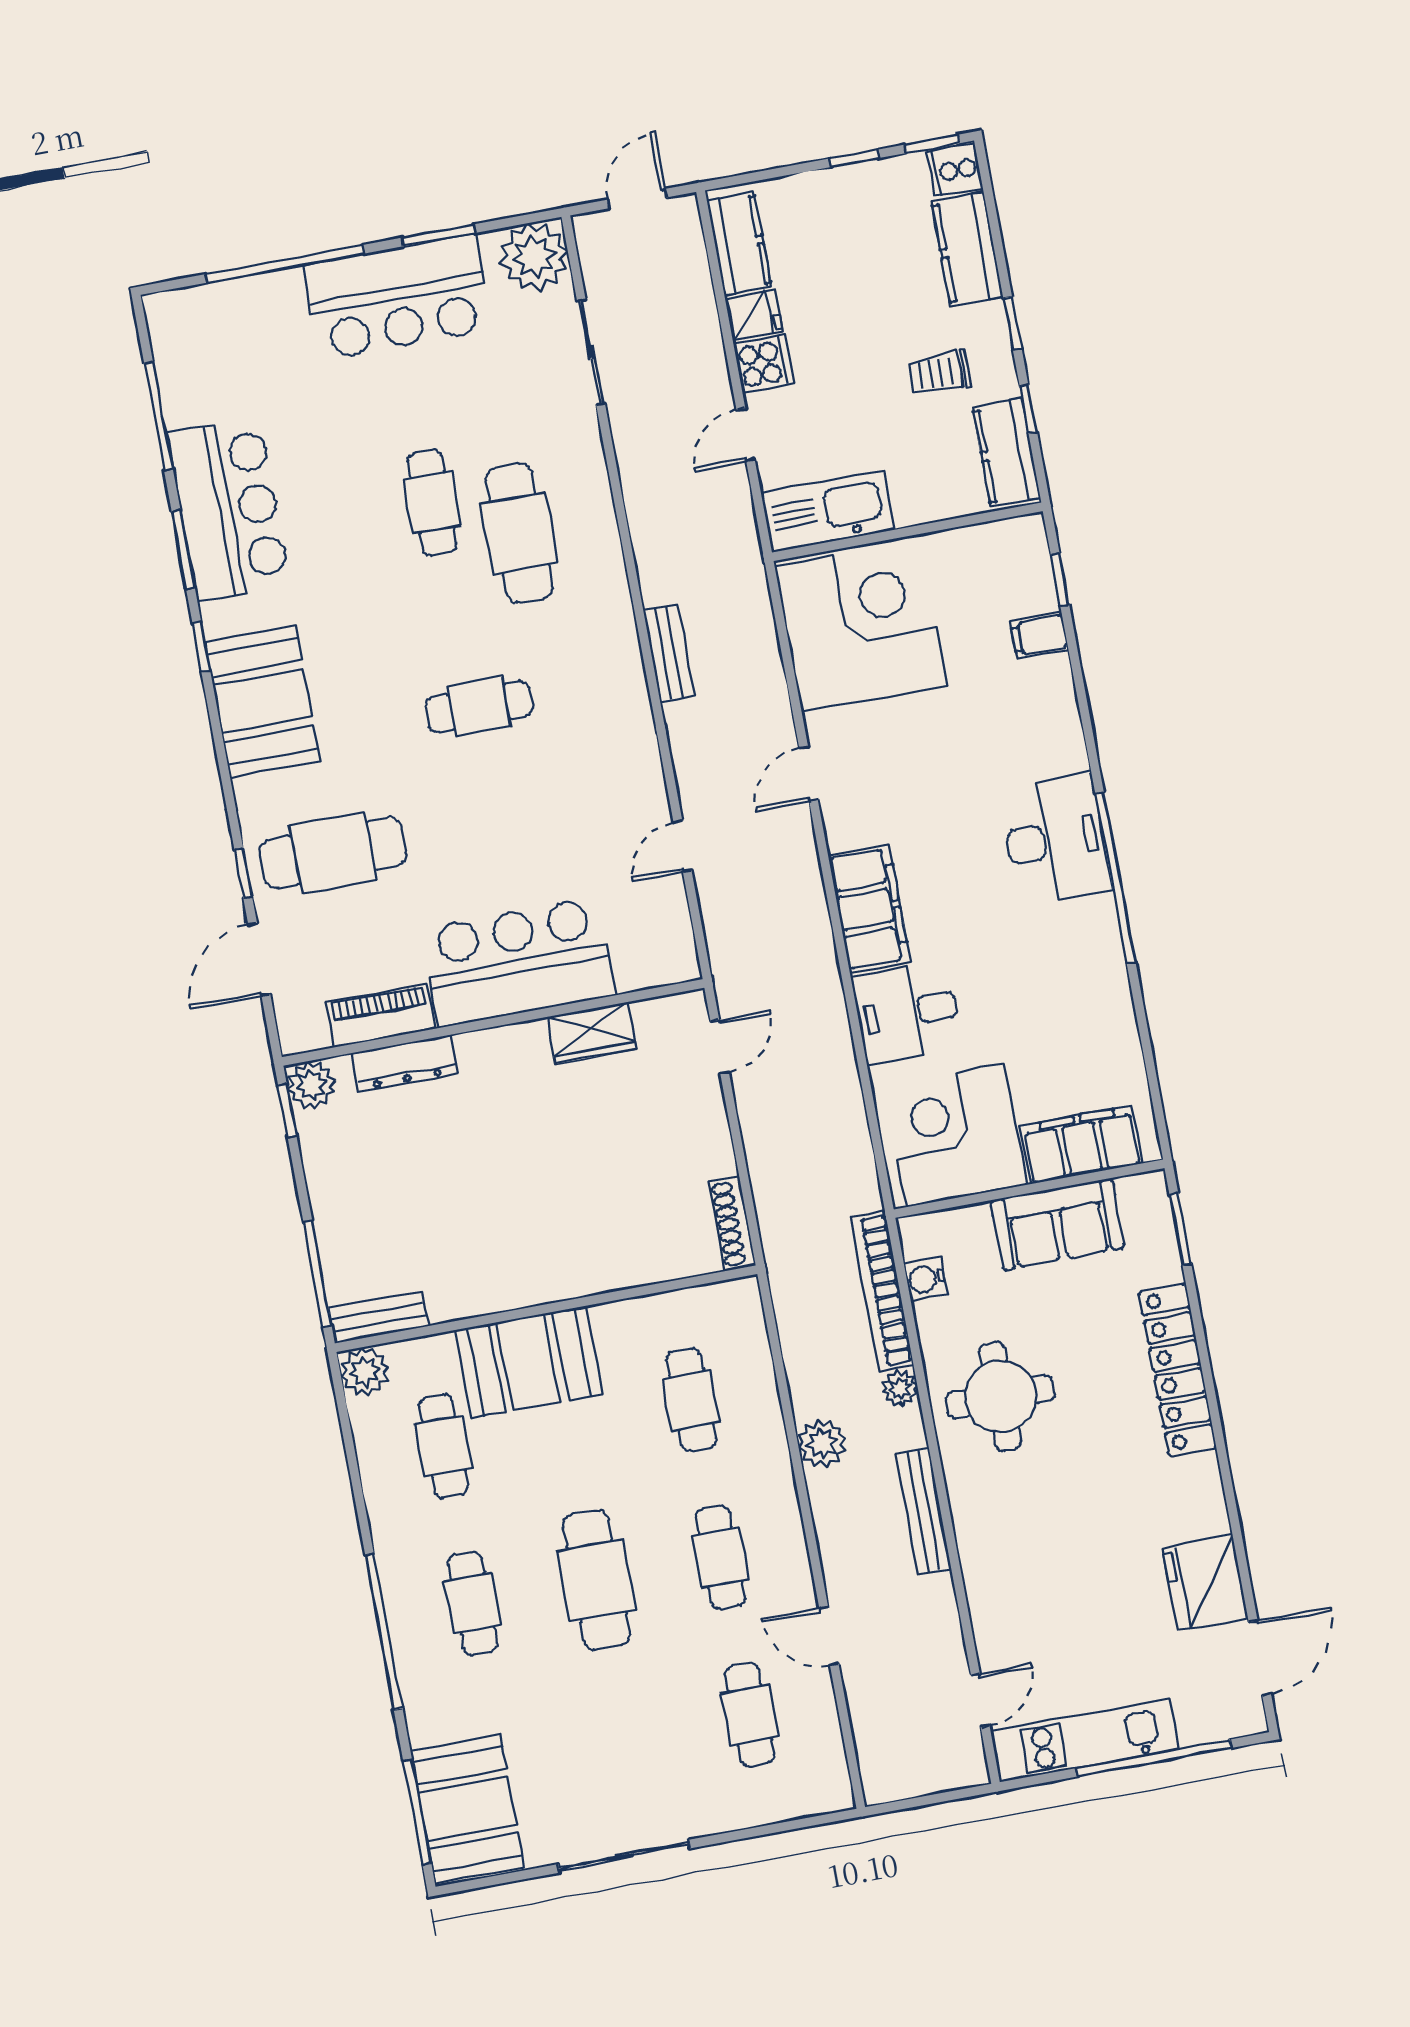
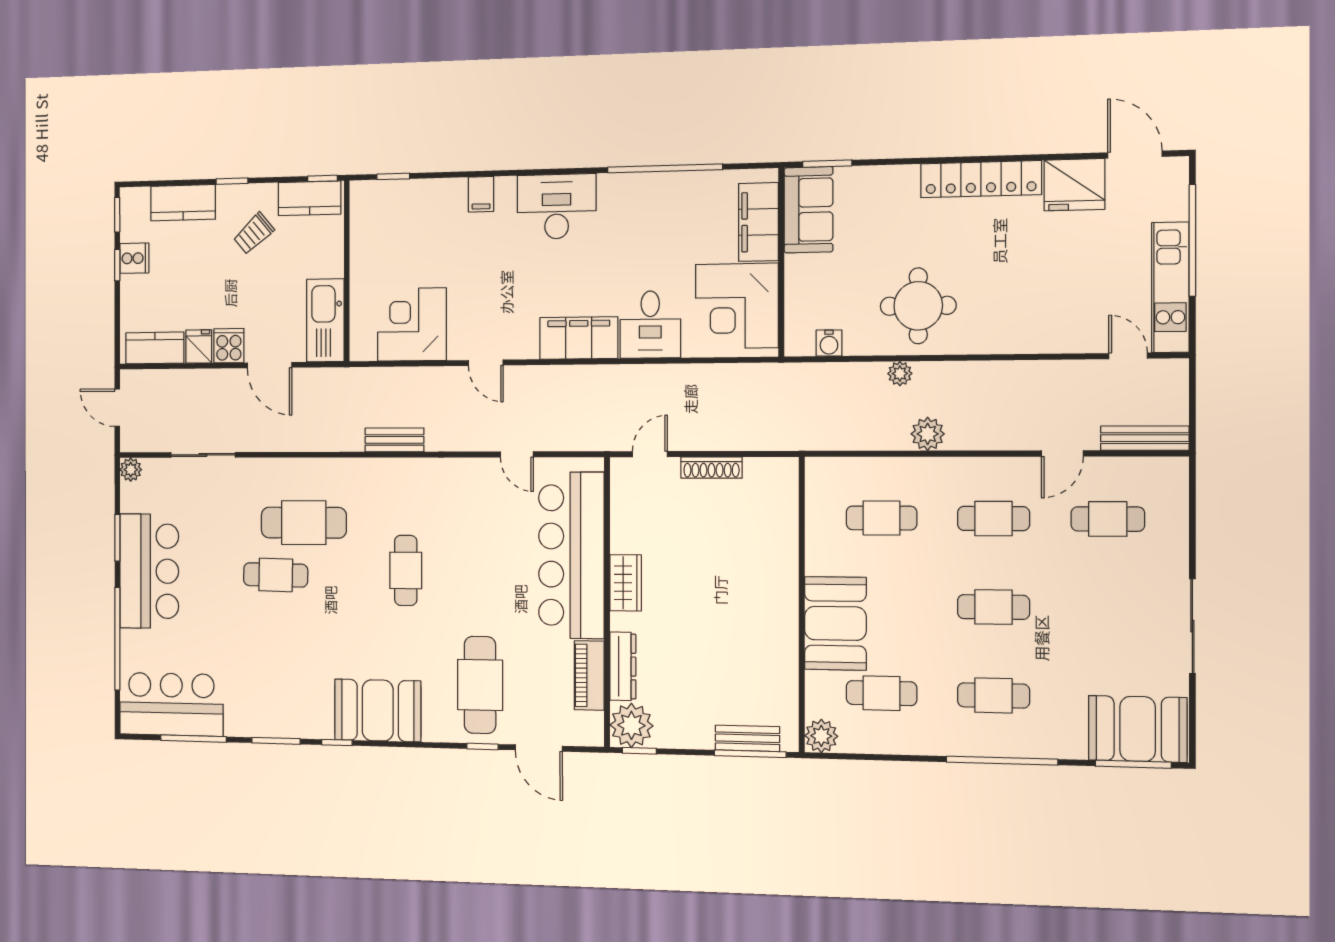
cooker: (955, 170) -> (134, 258), moved, turned -90
plant: (534, 257) -> (131, 470), width x0.53, depth x0.53
trolley: (939, 373) -> (254, 233), turned 49
window: (1028, 409) -> (323, 178), moved
door: (746, 435) -> (270, 365), width x1.38
bar counter: (229, 509) -> (171, 704), moved
corner desk: (861, 626) -> (412, 325), width x0.74, depth x0.74
filing cabinet: (1039, 635) -> (481, 194), moved
window: (1115, 878) -> (665, 168), moved
bar counter: (518, 962) -> (571, 555), width x1.36
wardrobe: (591, 1033) -> (626, 583), moved
door: (720, 1047) -> (650, 454), hinge flipped
plant: (311, 1085) -> (631, 725), width x1.36, depth x1.36
shoe rack: (732, 1223) -> (712, 468), moved
sofa: (1057, 1224) -> (808, 210), moved
bookcase: (882, 1291) -> (832, 374), removed
bench: (378, 1317) -> (747, 738), moved, turned 90
locker: (1177, 1370) -> (981, 179), moved
bench: (923, 1511) -> (1145, 438), moved
cafe table: (596, 1580) -> (993, 607), width x0.73, depth x0.74

